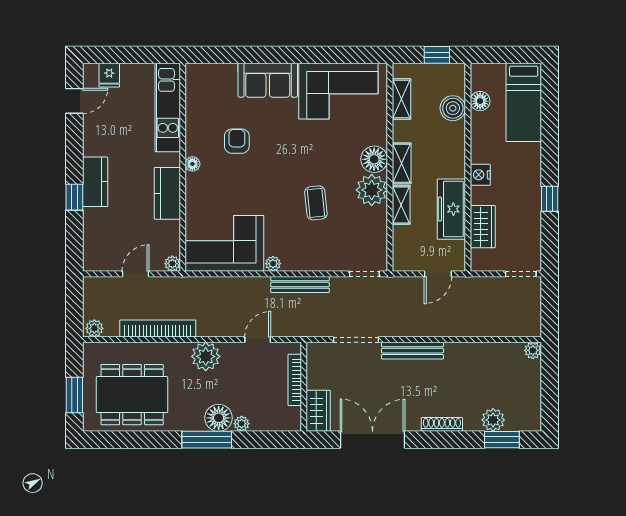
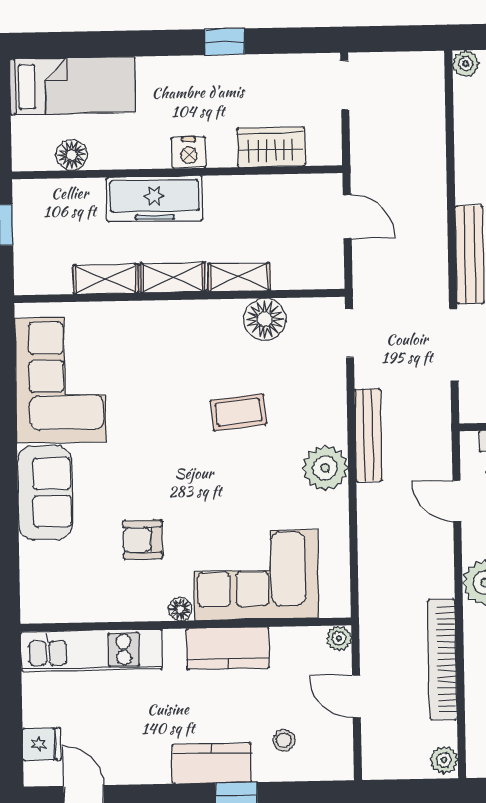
shelving: (402, 99) -> (105, 279), moved
boiler: (453, 108) -> (84, 198), removed
floor lamp: (374, 159) -> (265, 319), moved
plant: (372, 190) -> (216, 324), removed
freezer: (451, 209) -> (155, 199), moved
stool: (109, 228) -> (284, 740), added
corner sofa: (224, 243) -> (256, 575), moved, turned 90
plant: (273, 264) -> (325, 468), width x1.88, depth x1.88

